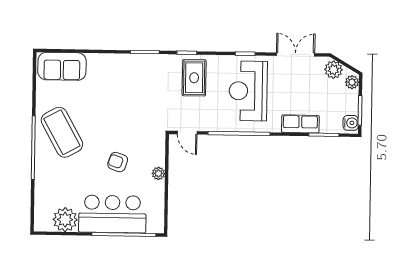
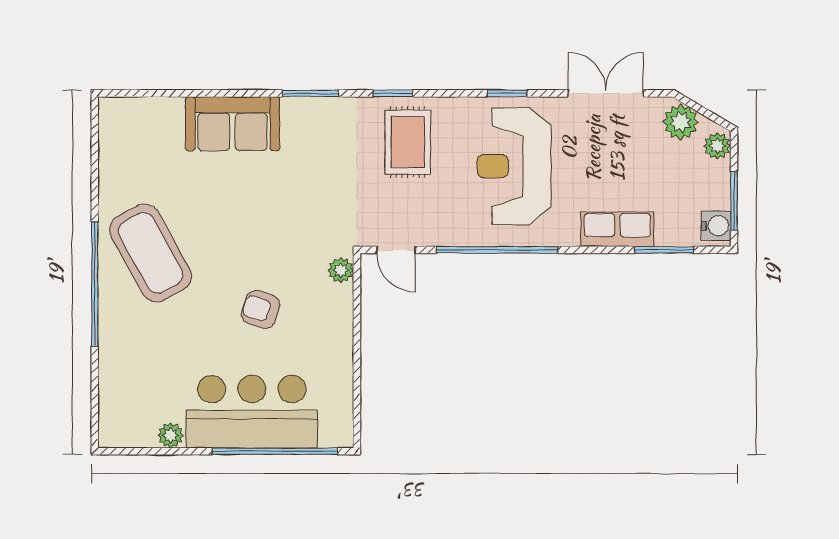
sofa: (62, 66) -> (232, 124), moved
plant: (158, 173) -> (341, 270), moved
plant: (65, 220) -> (171, 435), width x0.53, depth x0.53

